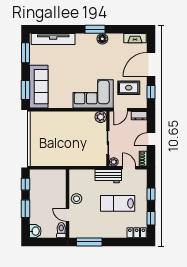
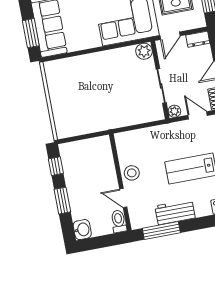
workbench: (108, 176) -> (175, 212), moved, turned 180

